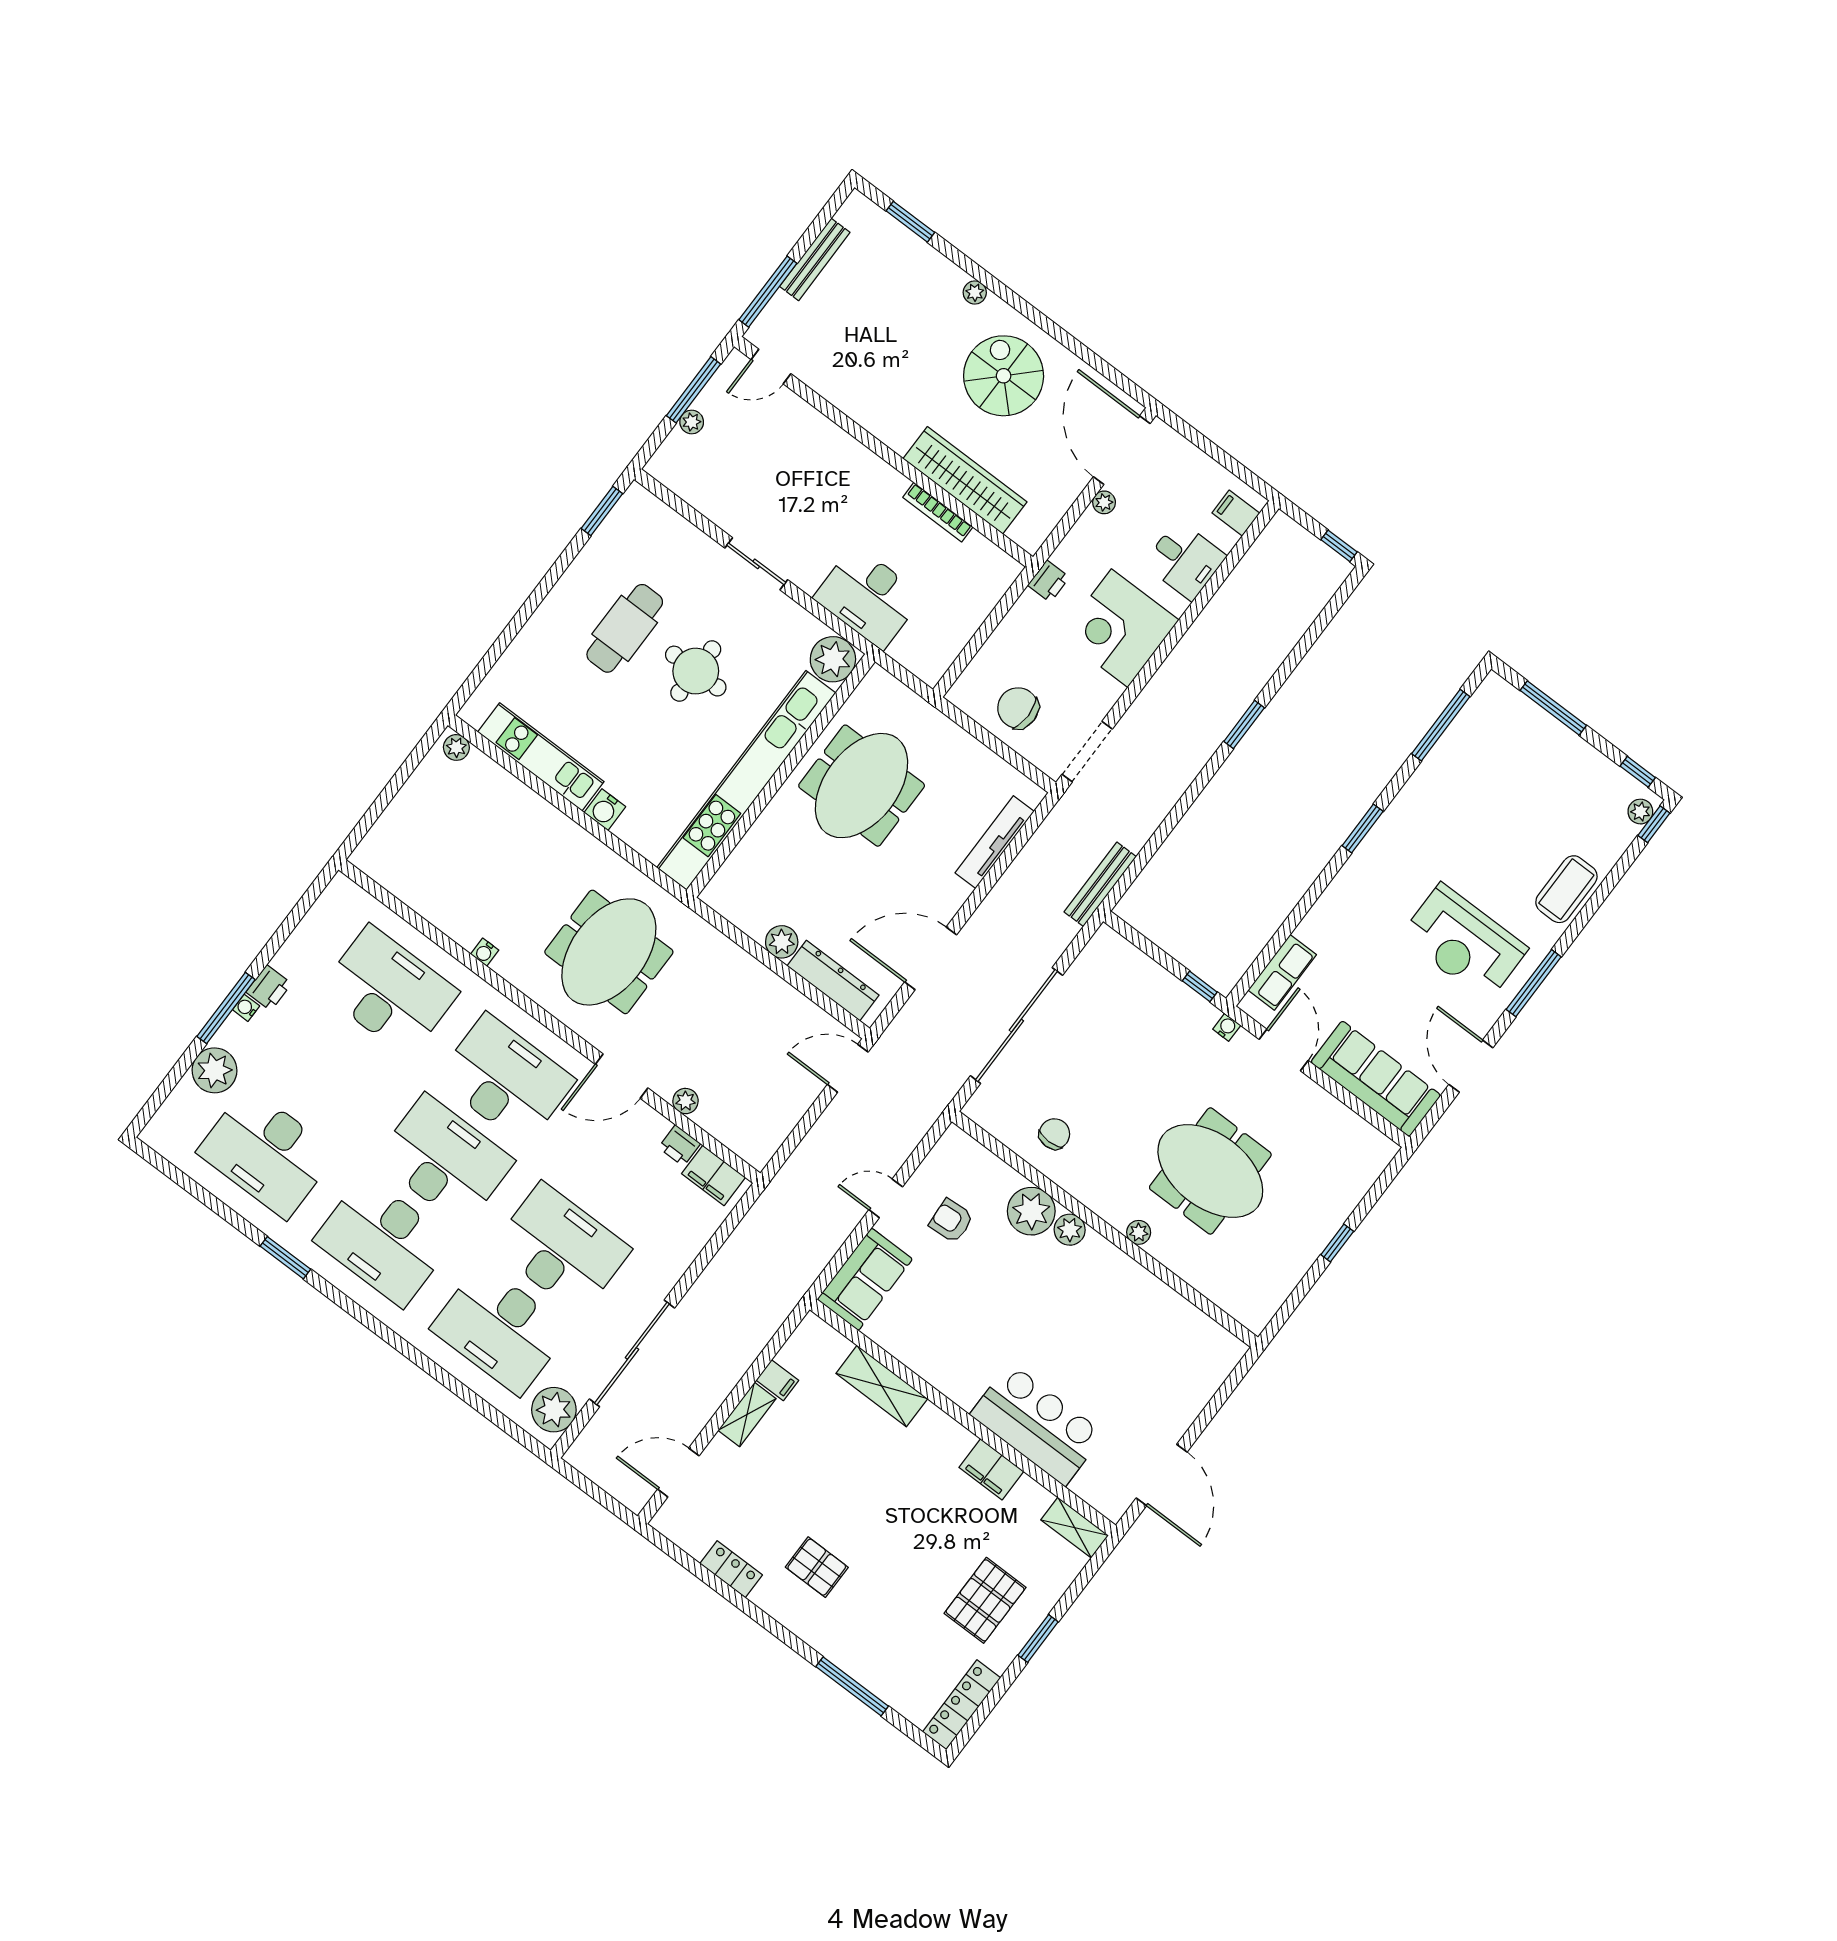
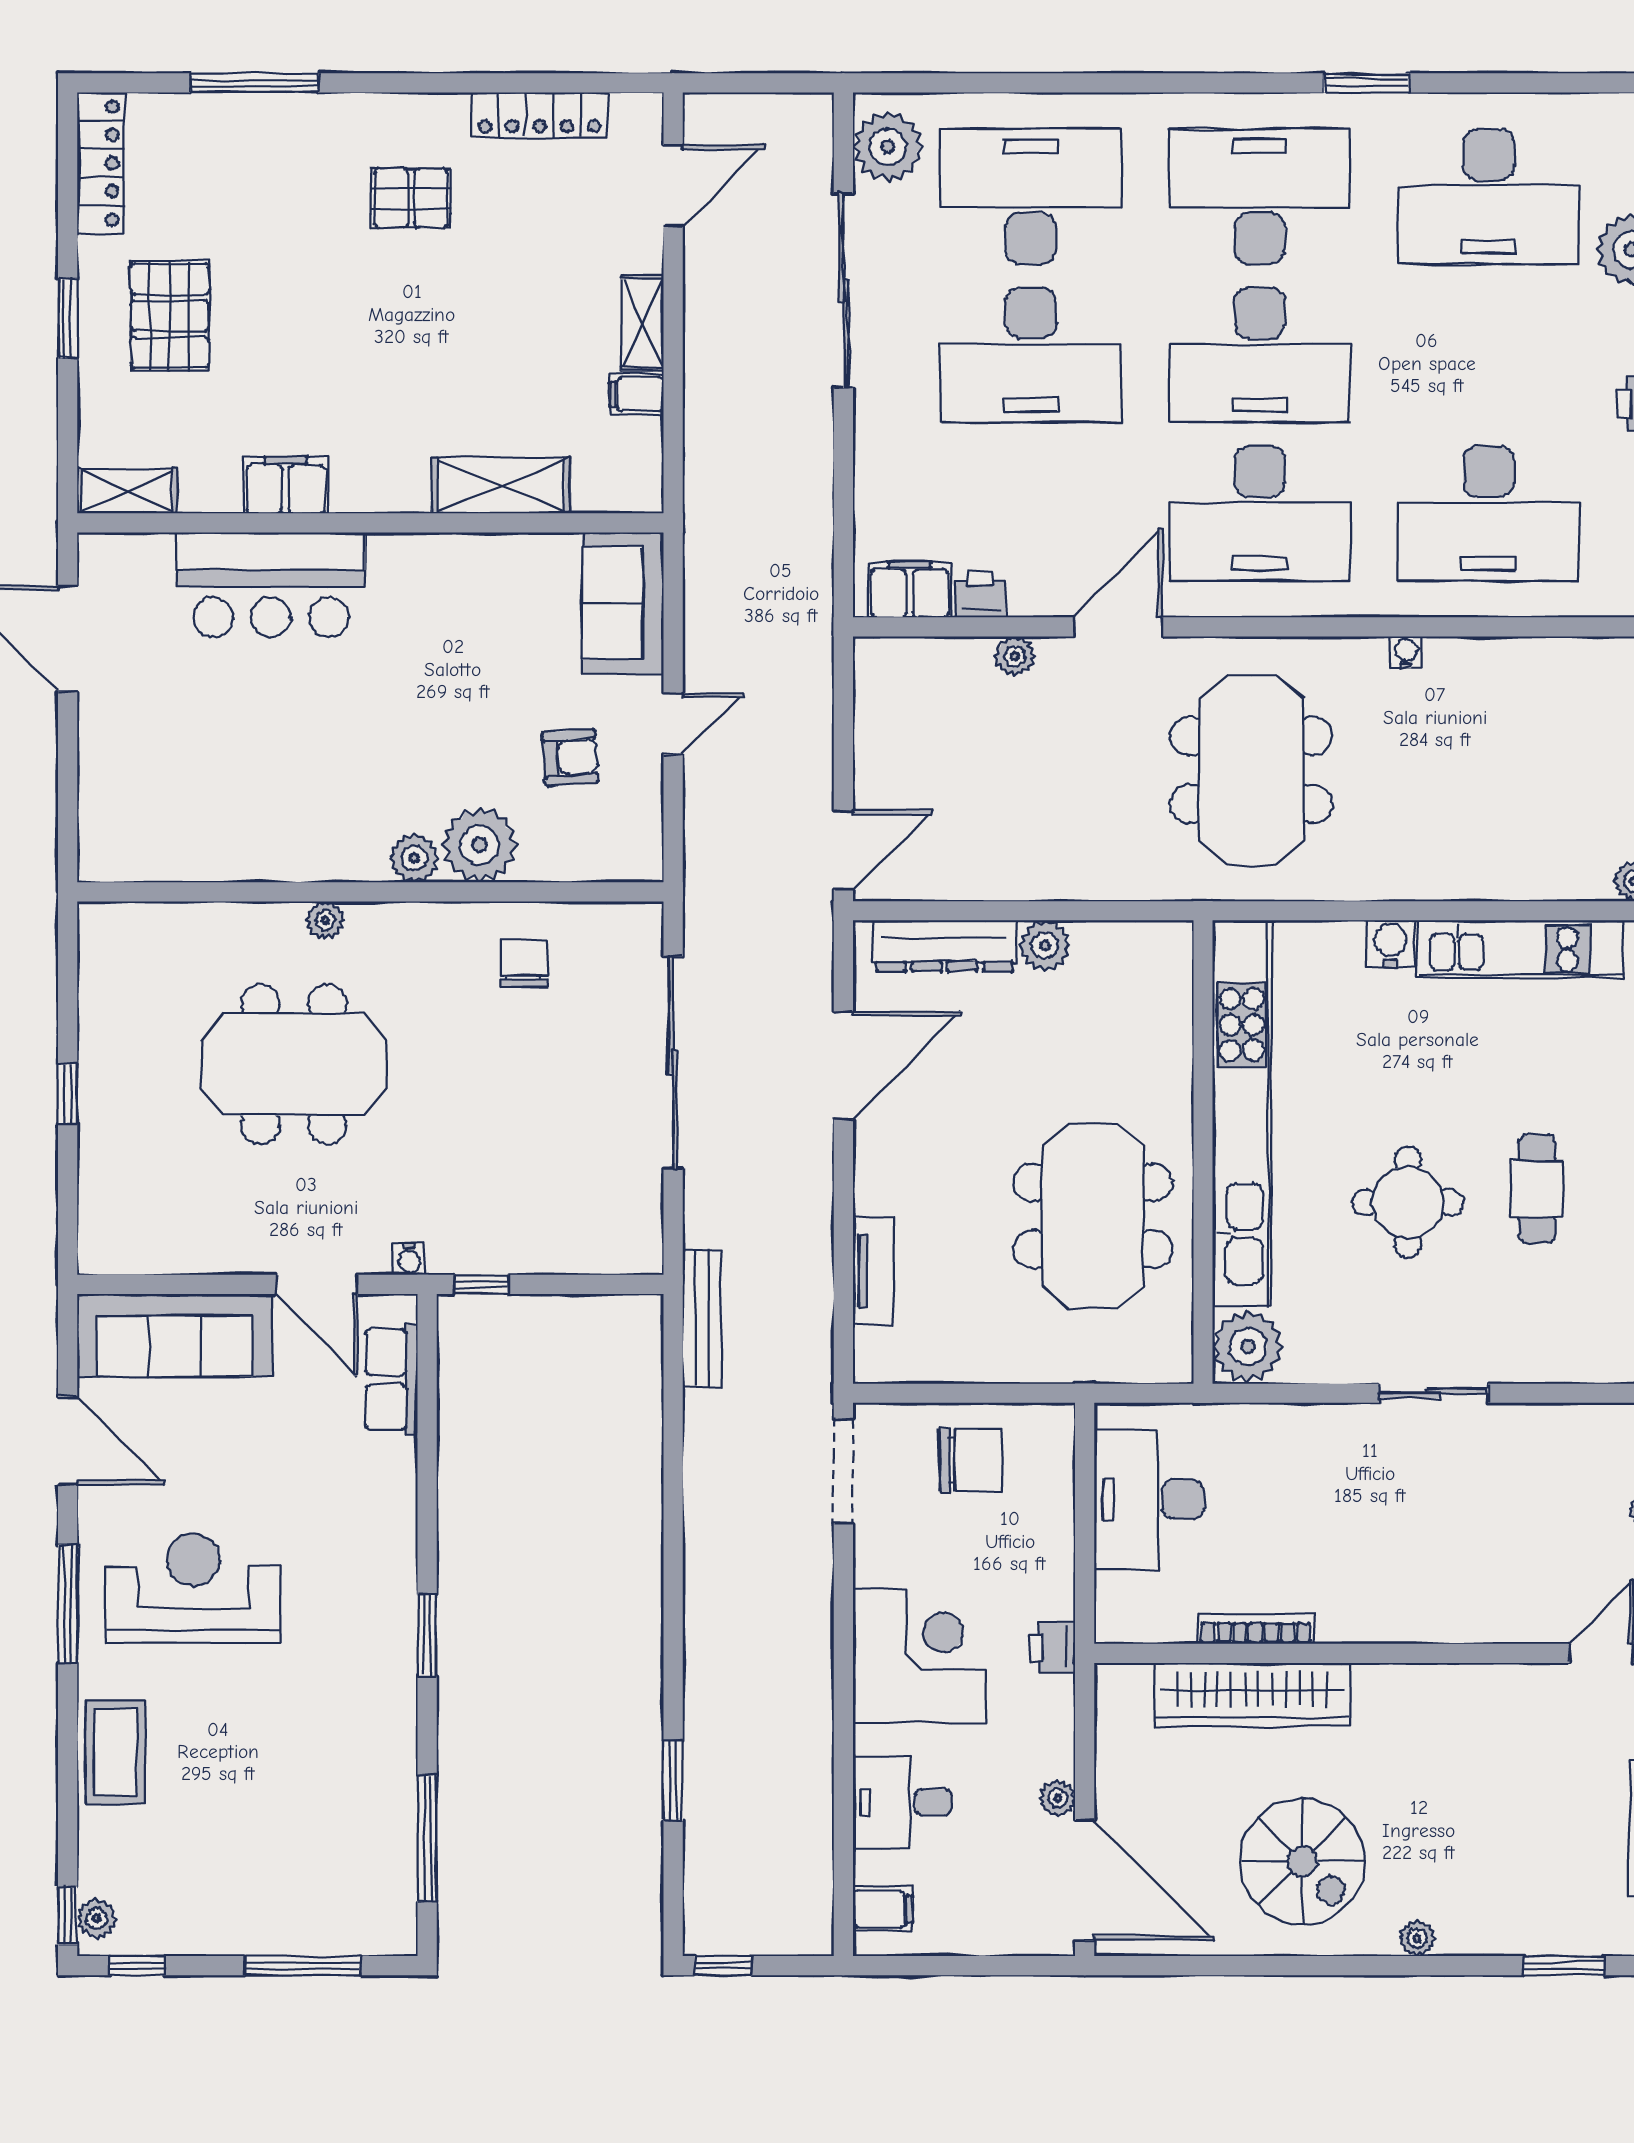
desk: (868, 597) -> (1149, 1500), moved, turned -90
cafe table: (625, 628) -> (1537, 1189), width x0.73, depth x0.74
window: (1244, 725) -> (673, 1781), moved
tv unit: (995, 842) -> (873, 1271), width x0.71
chair: (1054, 1134) -> (523, 963), turned 180
desk: (267, 1153) -> (1489, 197), turned 180
locker: (731, 1569) -> (540, 115), width x1.53

